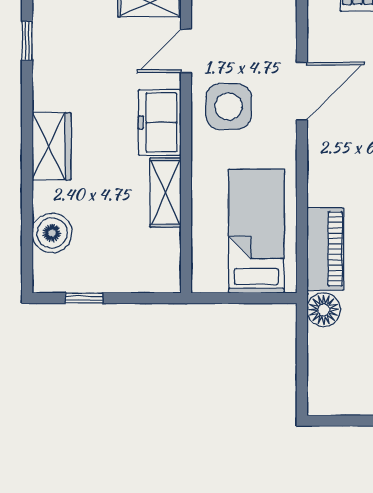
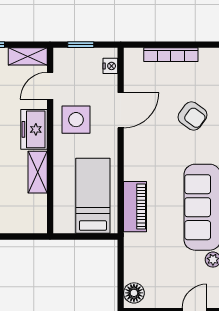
nightstand: (285, 18) -> (110, 66), added
floor lamp: (324, 310) -> (134, 293), moved

